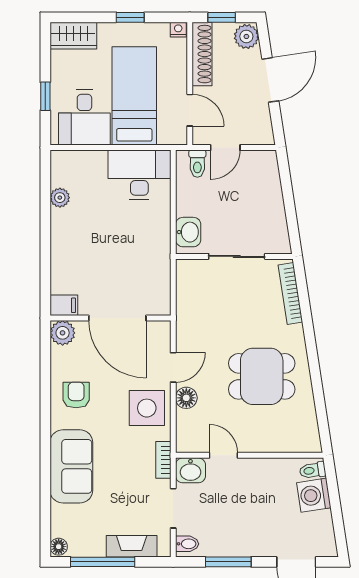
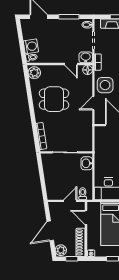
floor lamp: (186, 398) -> (88, 70), moved
plant: (306, 436) -> (34, 73), added

